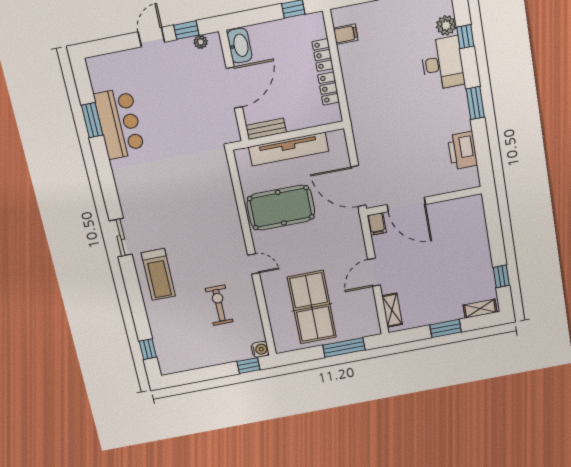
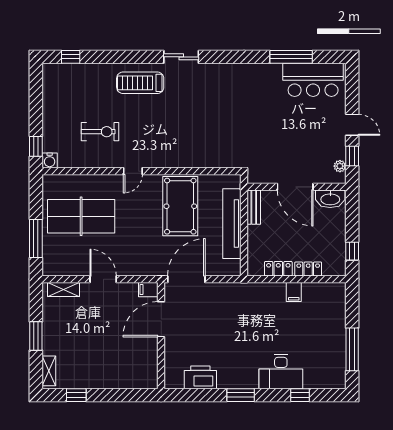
plant: (446, 25) -> (313, 380), removed
filing cabinet: (346, 34) -> (294, 292), moved
window: (92, 120) -> (291, 57), width x1.44
bar counter: (119, 123) -> (313, 80), moved

